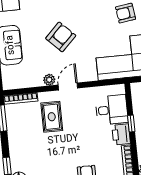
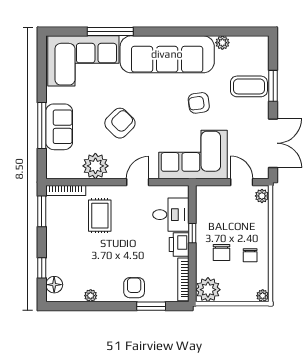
plant: (49, 80) -> (95, 166), width x1.88, depth x1.88
door: (68, 87) -> (138, 182), moved

